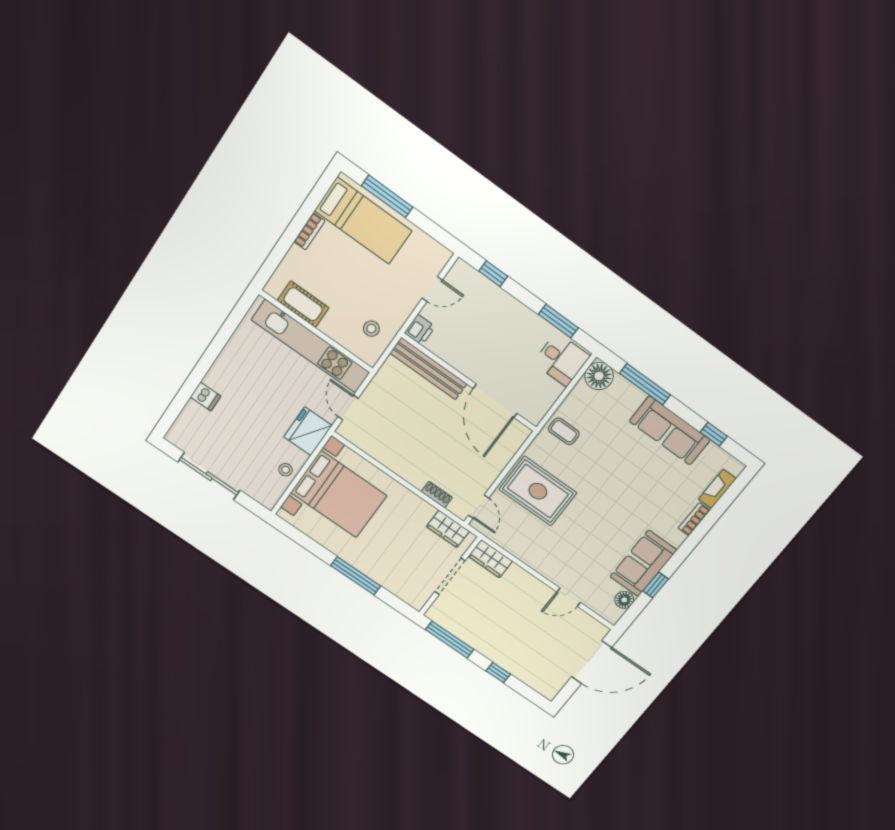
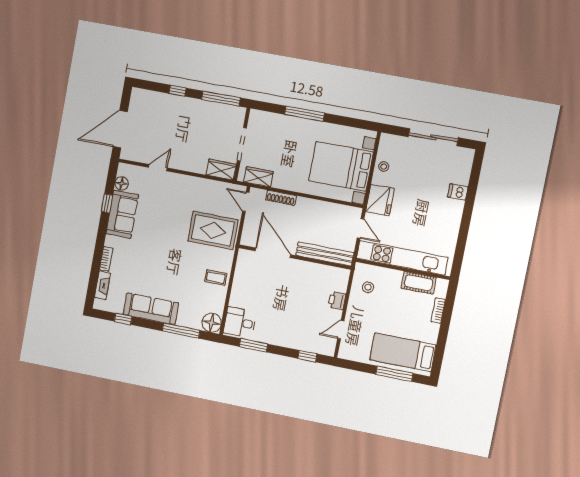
bookcase: (309, 231) -> (438, 311), moved
bench: (428, 369) -> (325, 254), moved
wall: (469, 382) -> (295, 257), moved
door: (495, 401) -> (273, 253), moved
shoe rack: (437, 495) -> (281, 198), width x1.43

